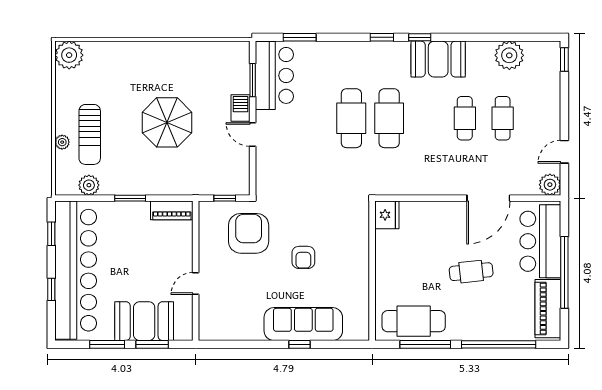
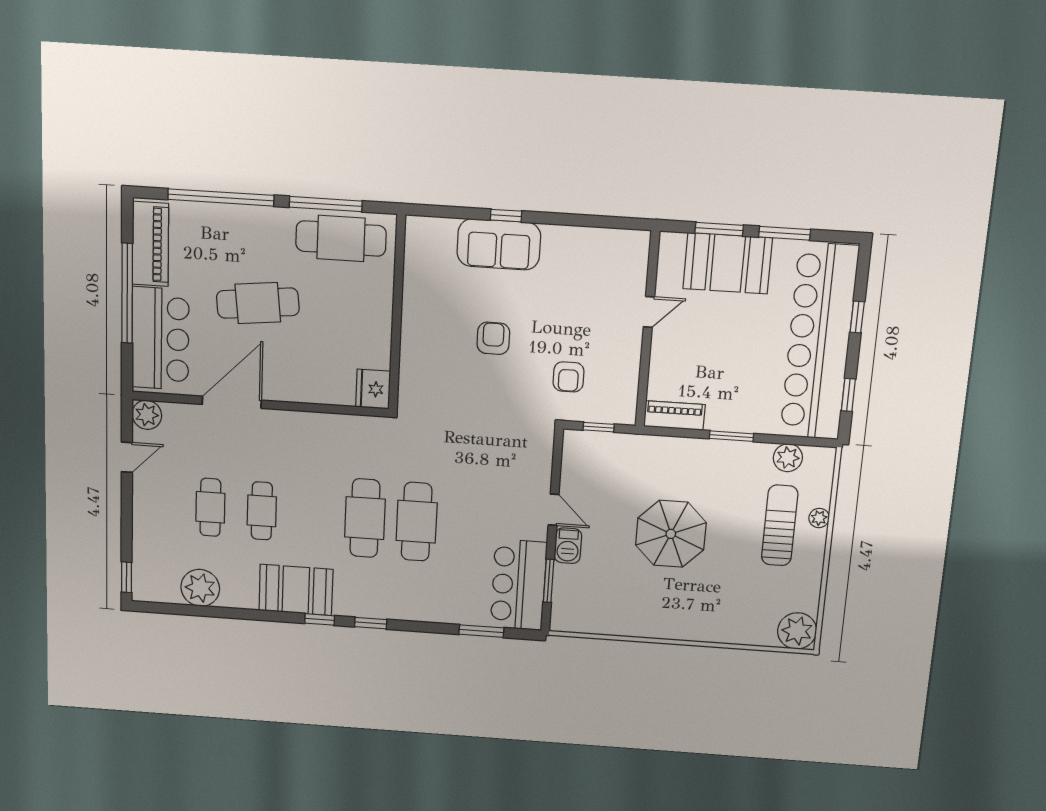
armchair: (249, 233) -> (568, 377), width x0.53, depth x0.53
cafe table: (471, 272) -> (258, 303), width x1.37, depth x1.35
sofa: (303, 324) -> (499, 244), width x0.73

